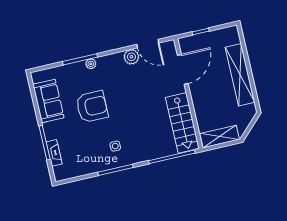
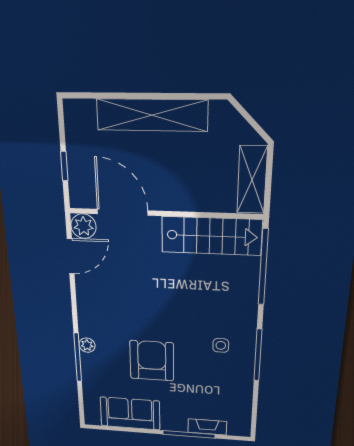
plant: (131, 57) -> (83, 226), moved

